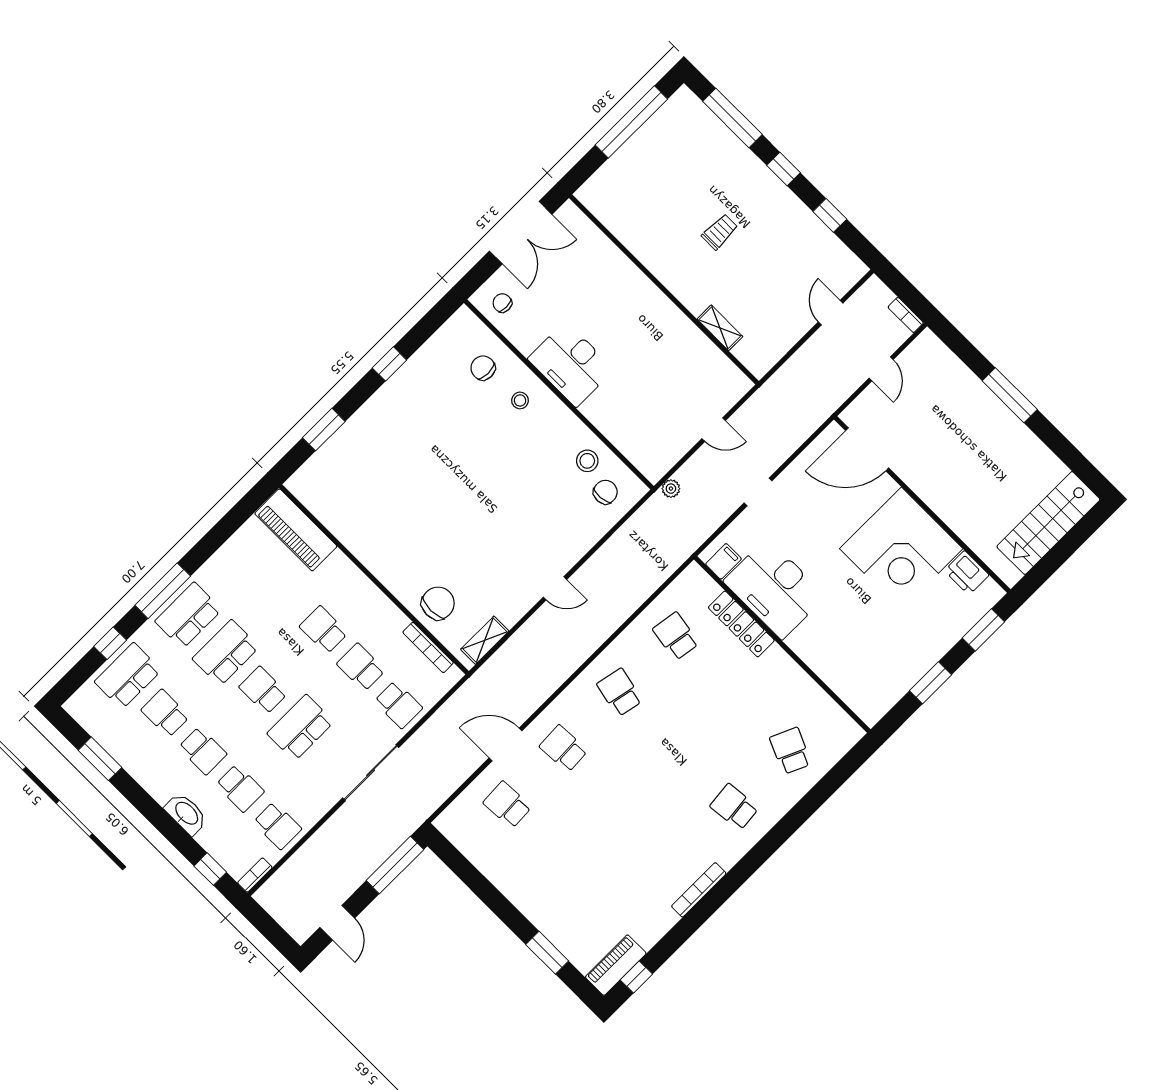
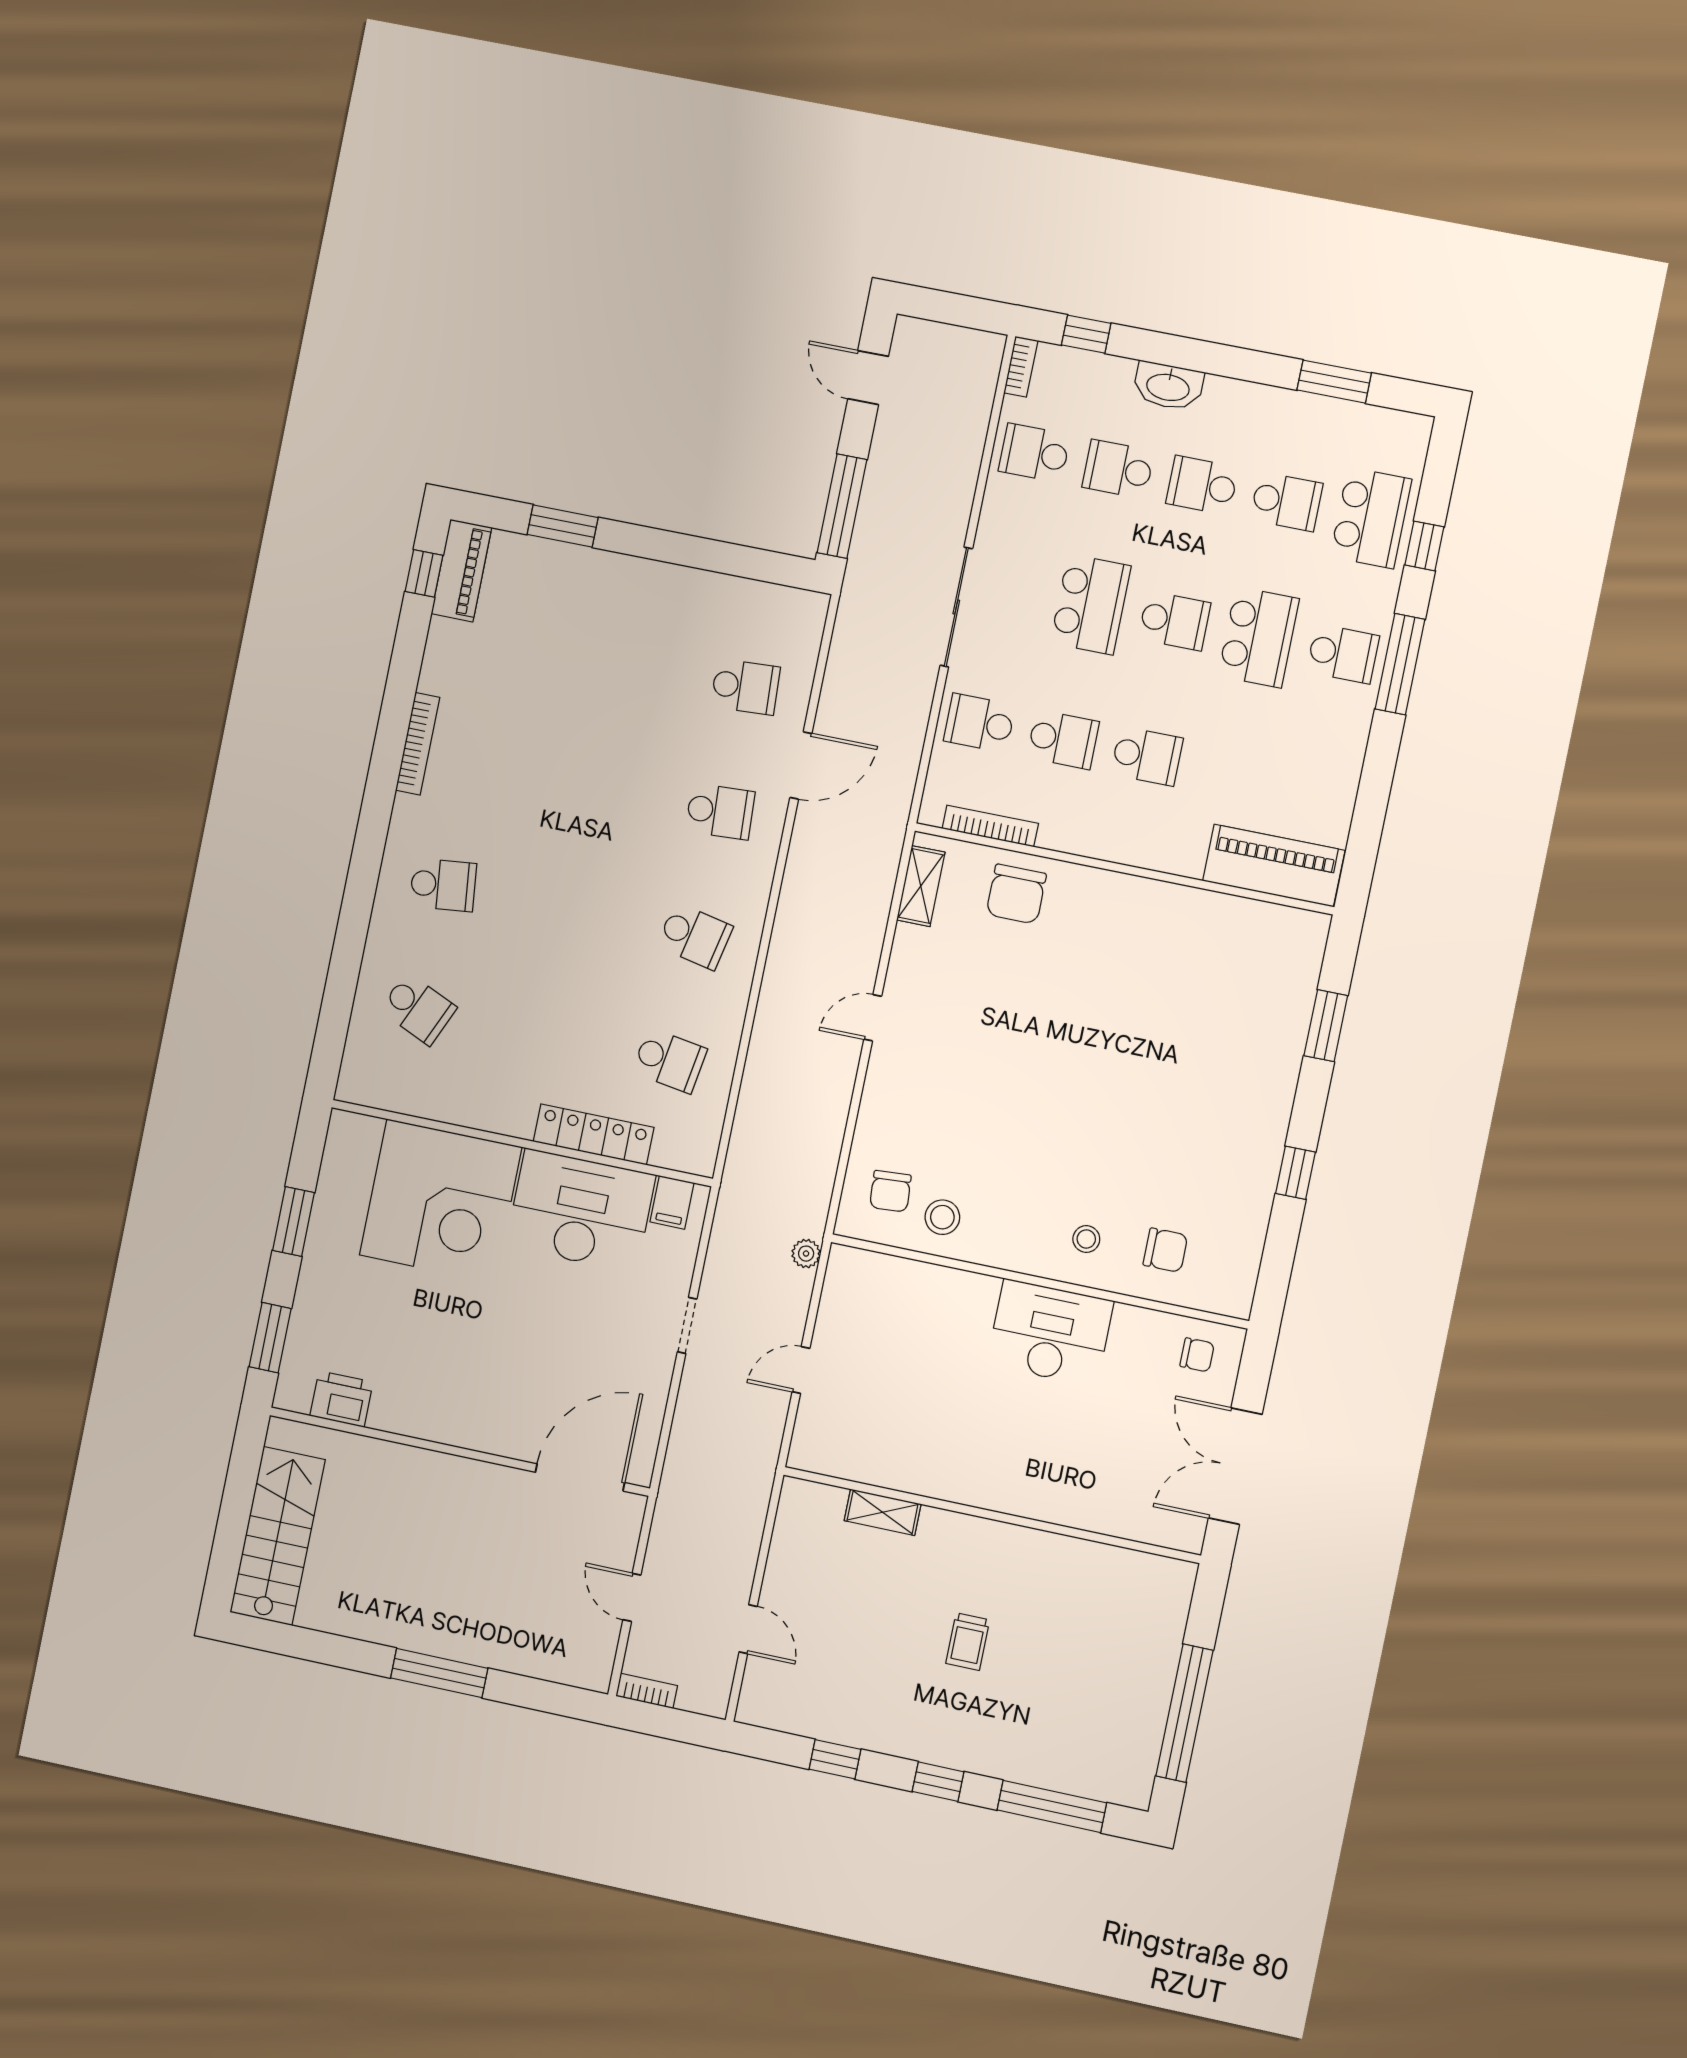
corner desk: (901, 549) -> (441, 1201), moved, turned 180
school desk: (188, 615) -> (1343, 654), width x0.54

